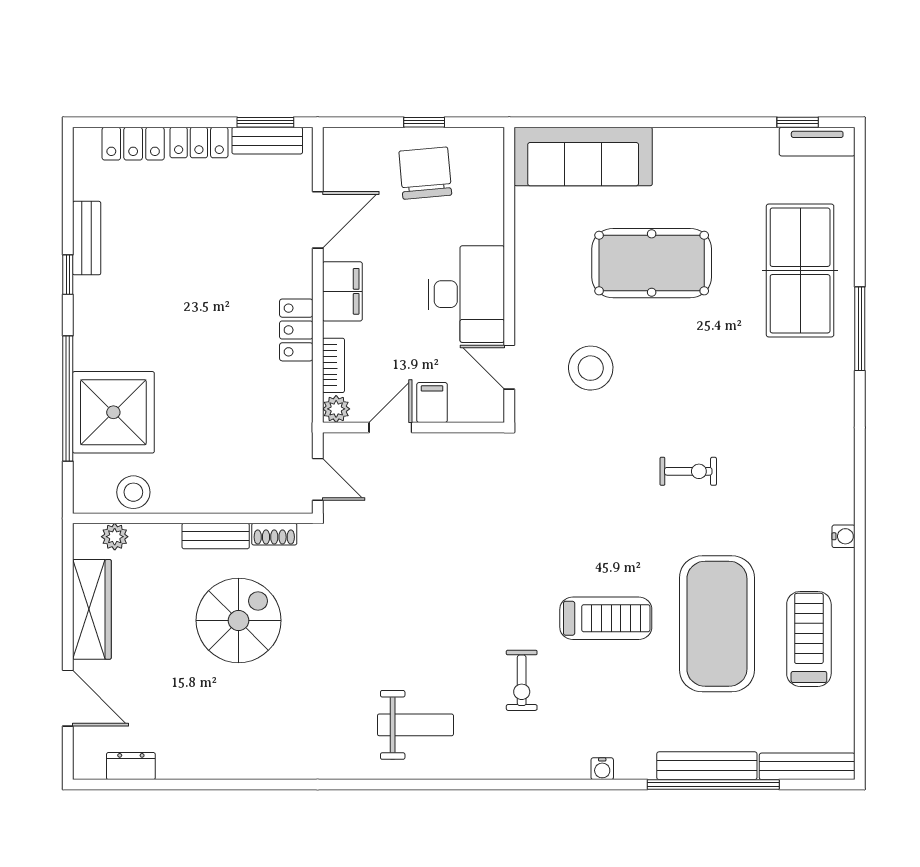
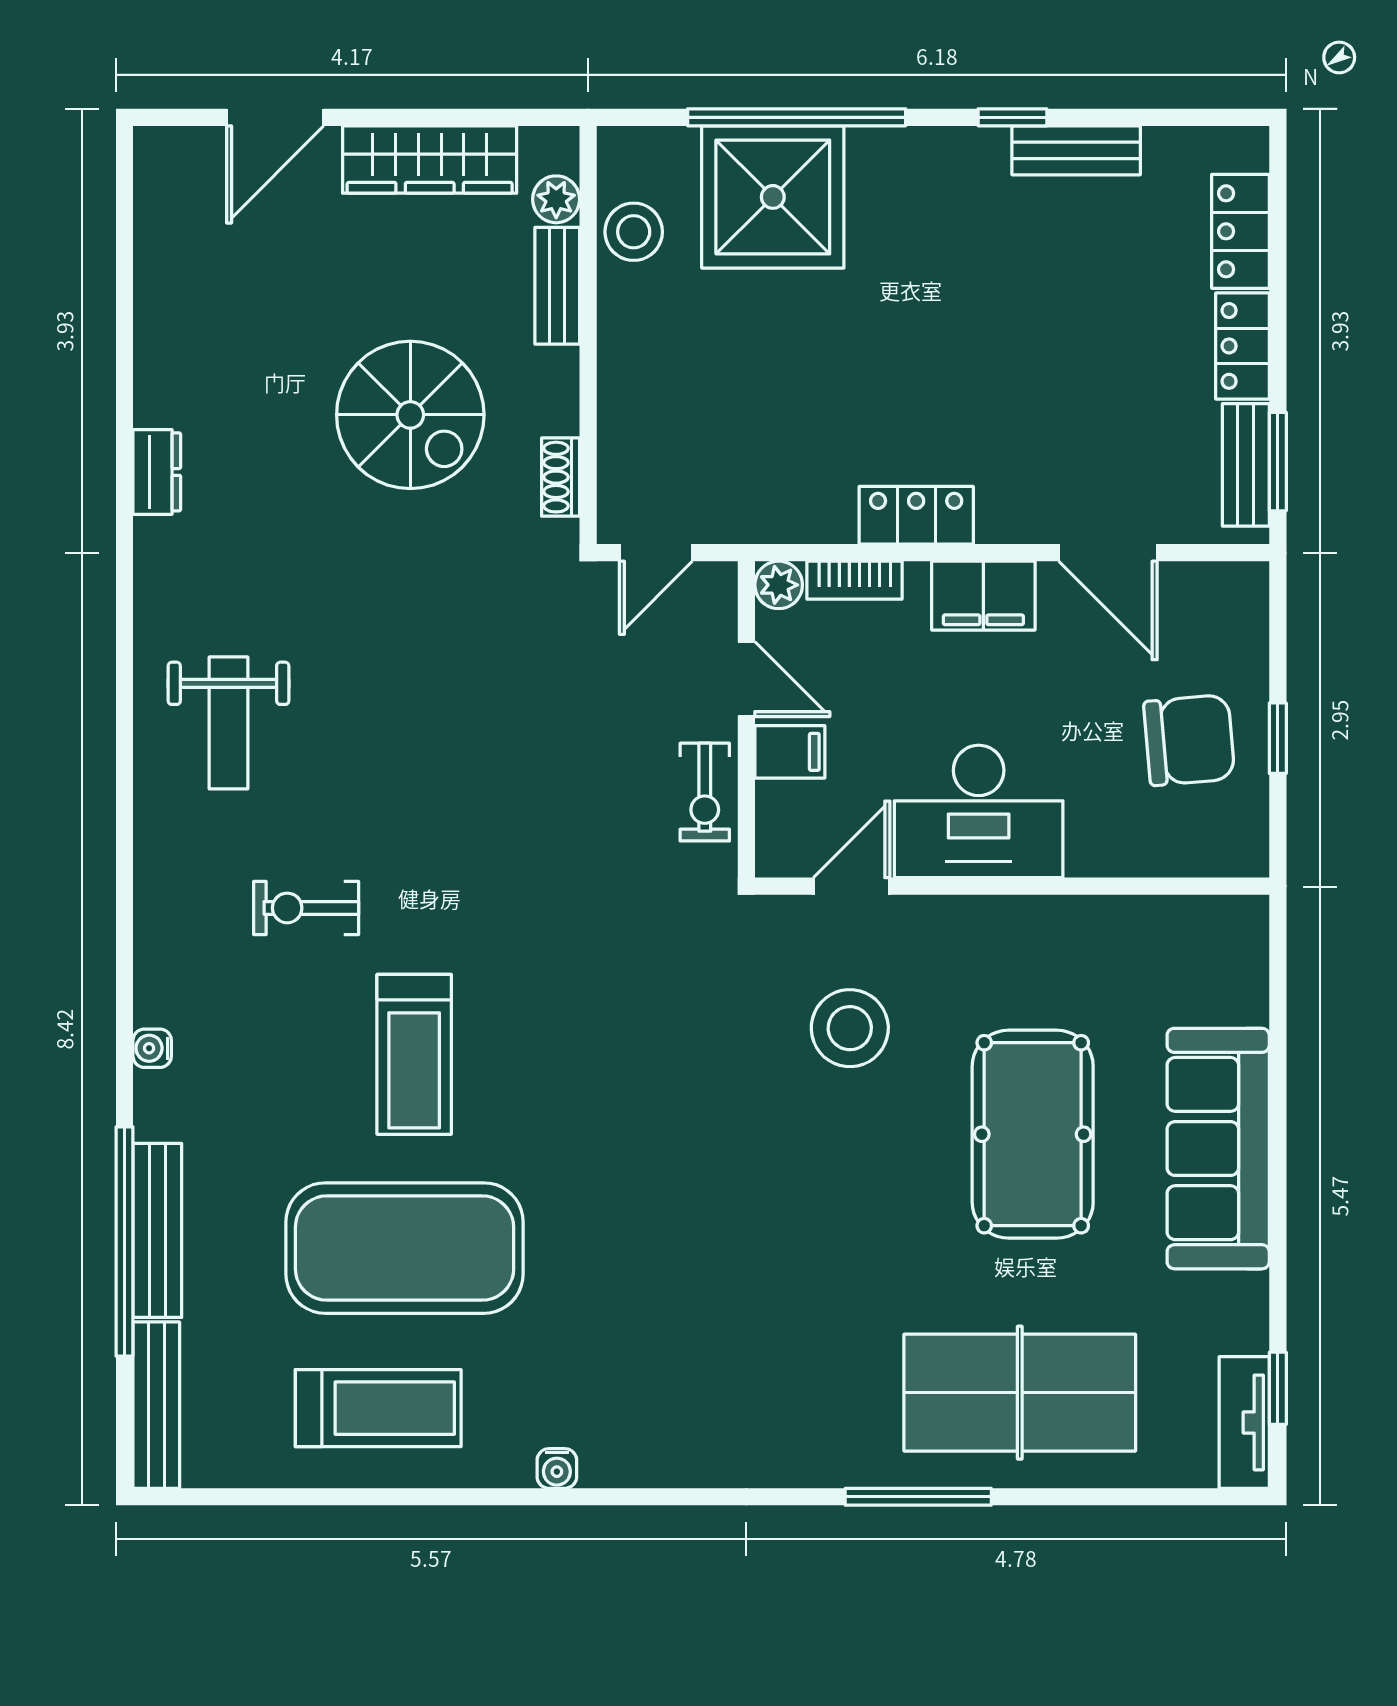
sofa: (583, 157) -> (1218, 1149), moved
exercise bike: (688, 471) -> (705, 792), moved
bench: (216, 536) -> (557, 286), moved
dresser: (131, 766) -> (157, 472), moved

